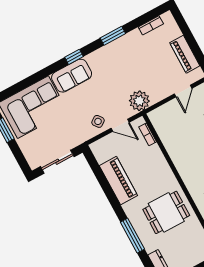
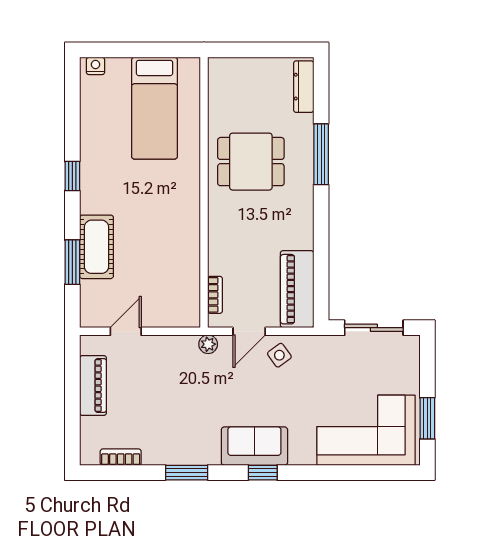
sofa: (72, 76) -> (254, 446), moved
plant: (139, 101) -> (208, 344), width x0.53, depth x0.53
door: (120, 125) -> (249, 331), swing flipped
piano: (118, 181) -> (297, 289), moved

